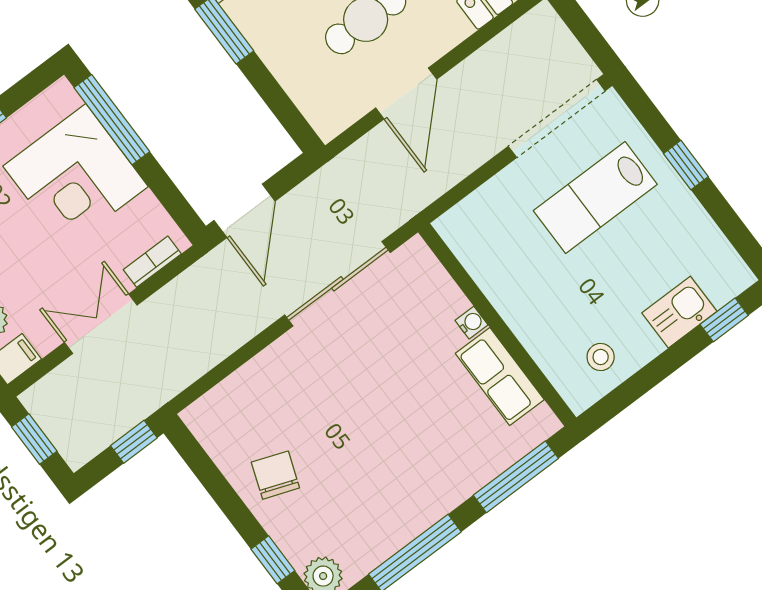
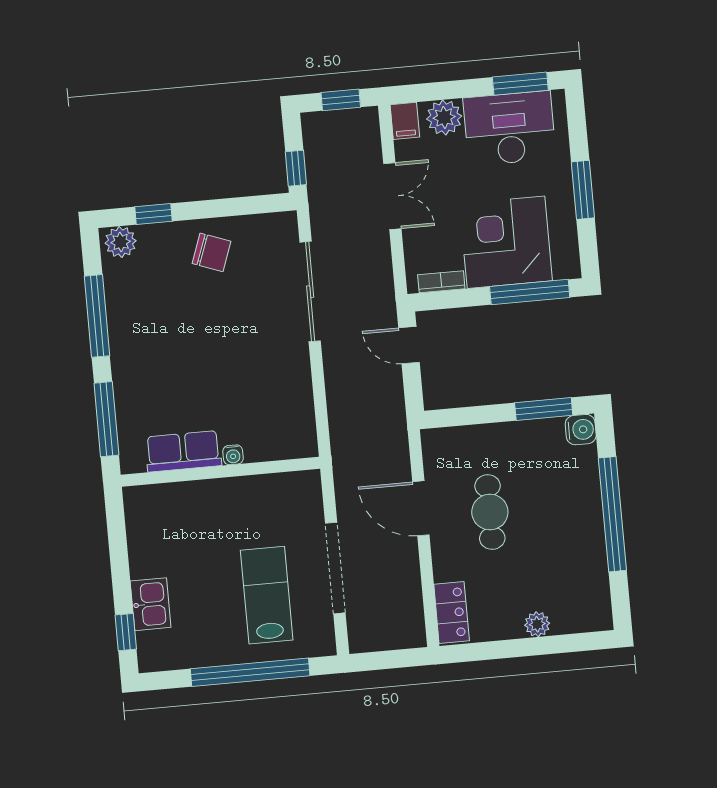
doorway: (557, 119) -> (335, 568), moved
window: (686, 165) -> (250, 672), width x3.17
door: (245, 211) -> (409, 345), width x0.73
bookcase: (152, 262) -> (441, 282), moved, turned -90
sliding door: (337, 284) -> (310, 292), moved
stool: (601, 357) -> (153, 530), removed

